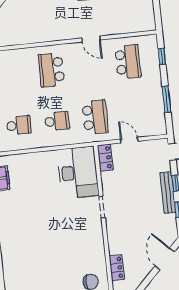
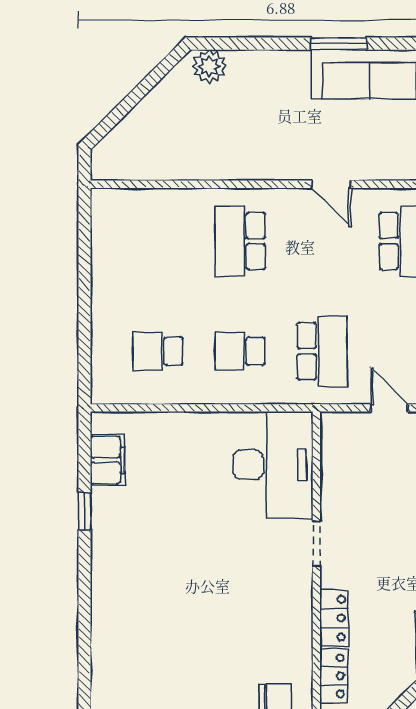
school desk: (57, 121) -> (240, 351), turned 180
school desk: (19, 125) -> (158, 351), turned 180
locker: (105, 158) -> (334, 618), moved

